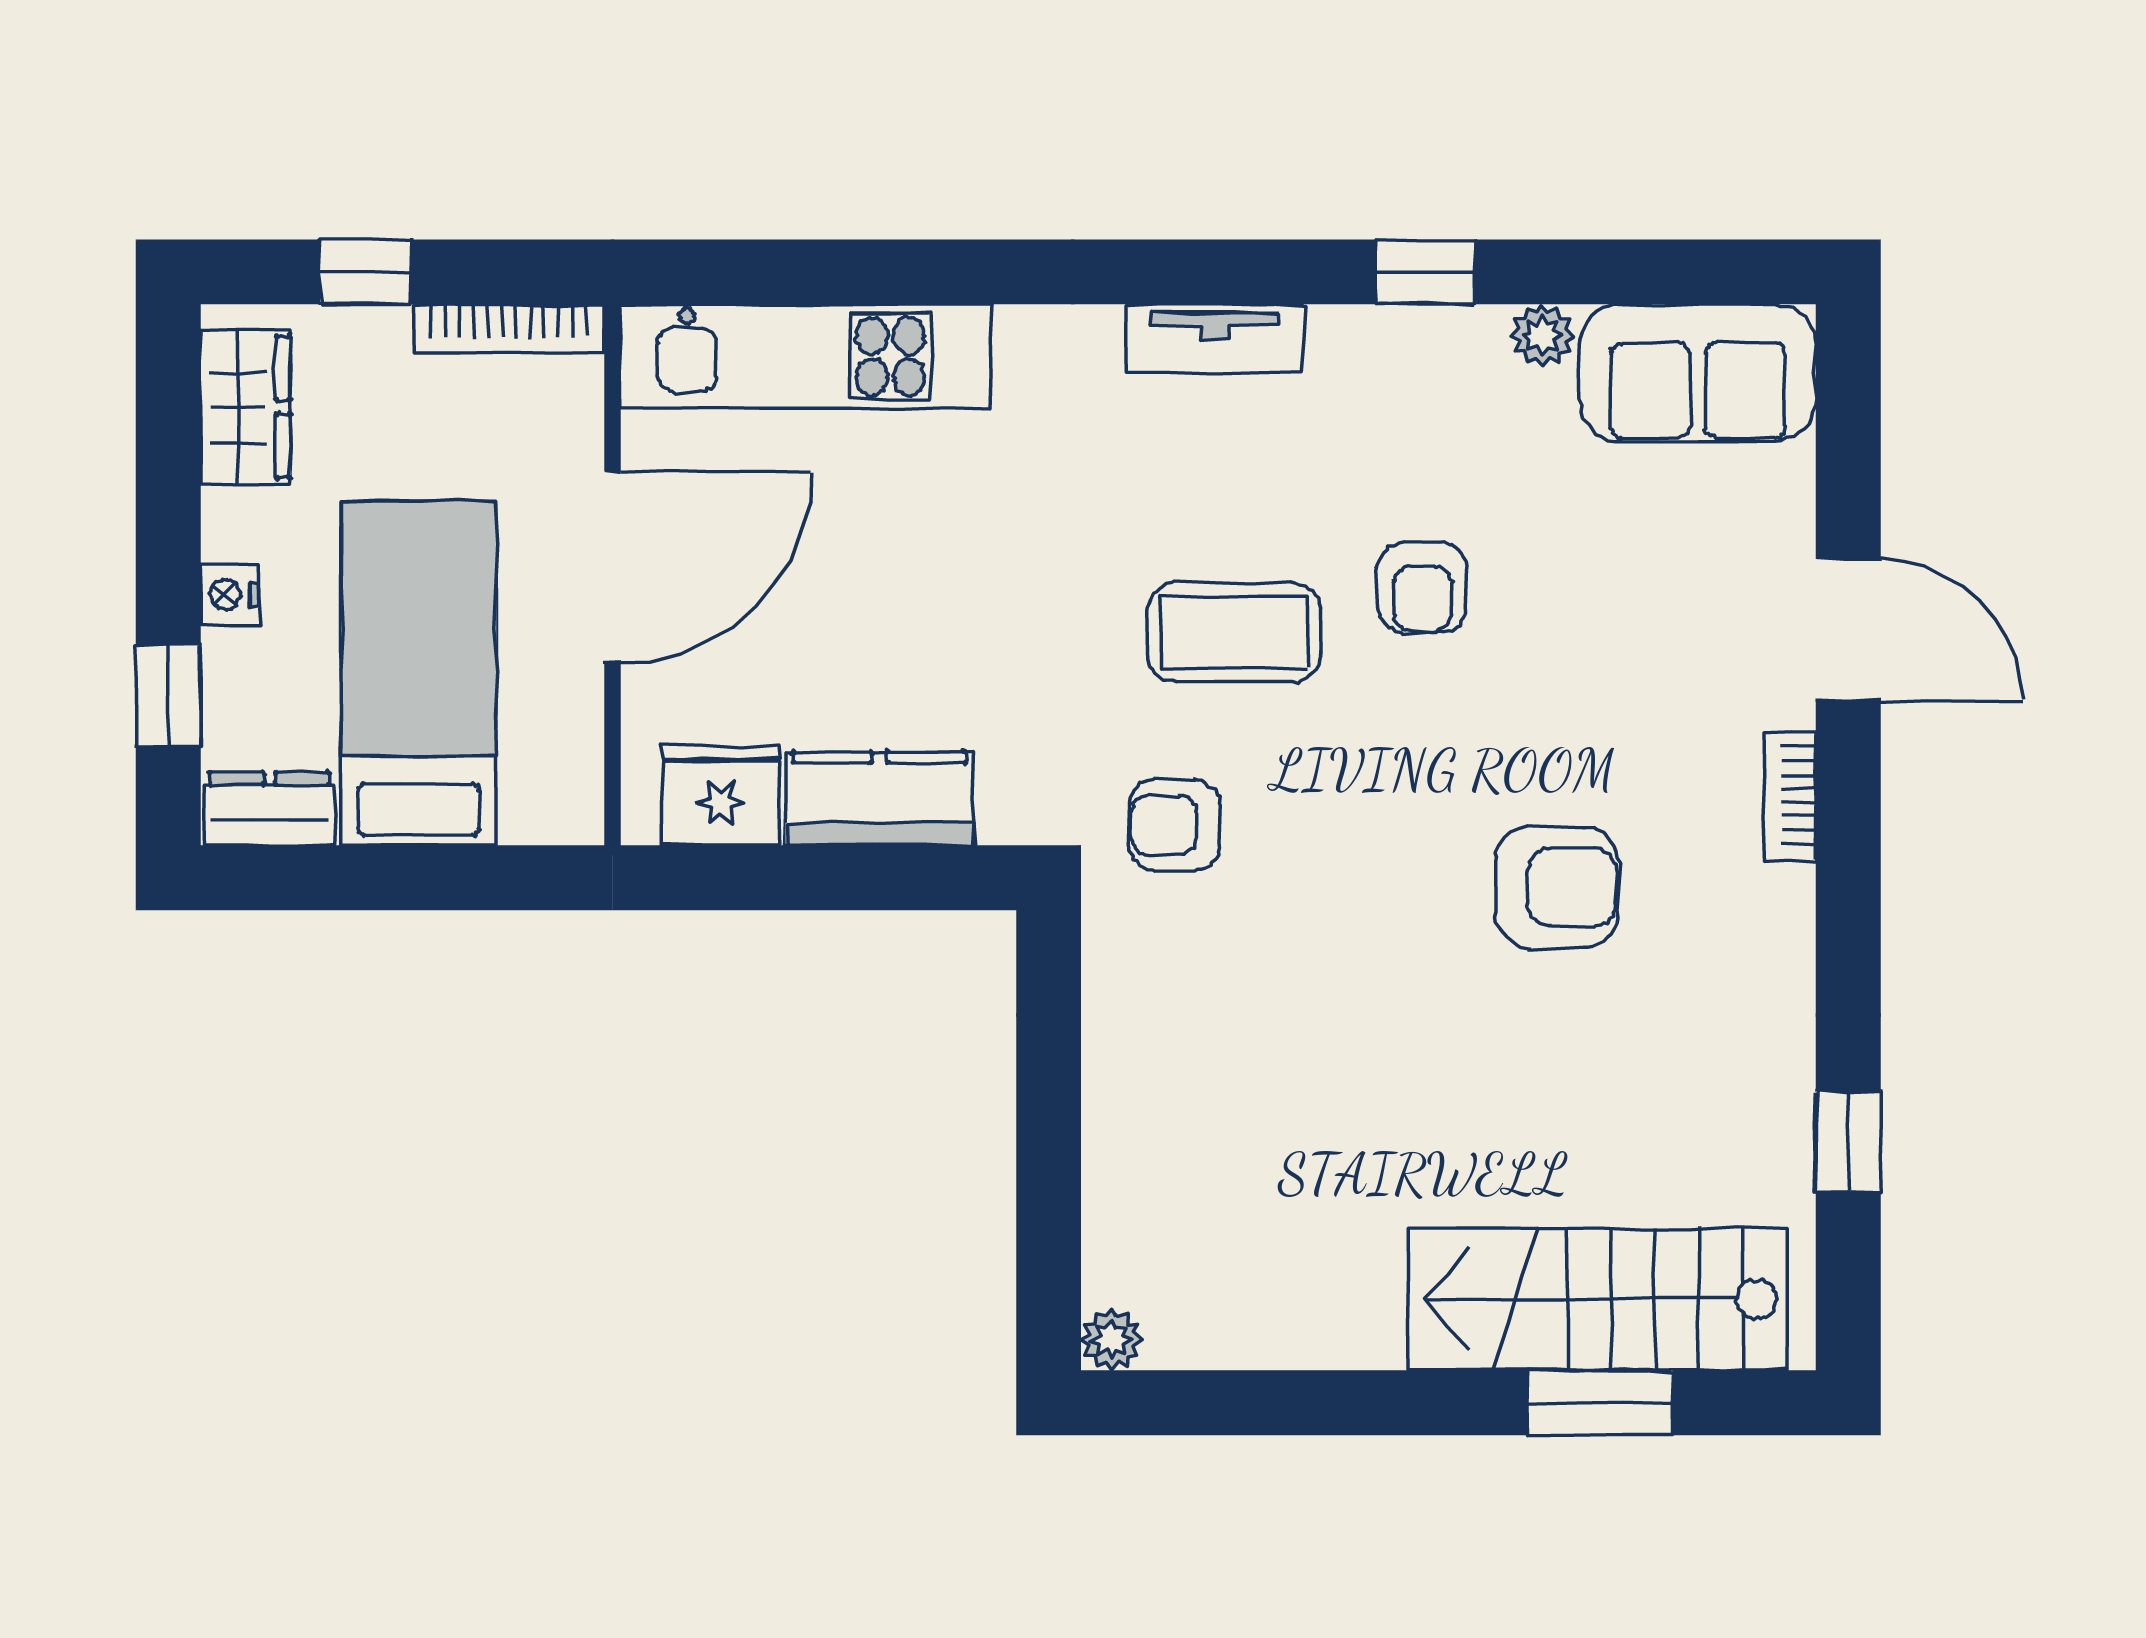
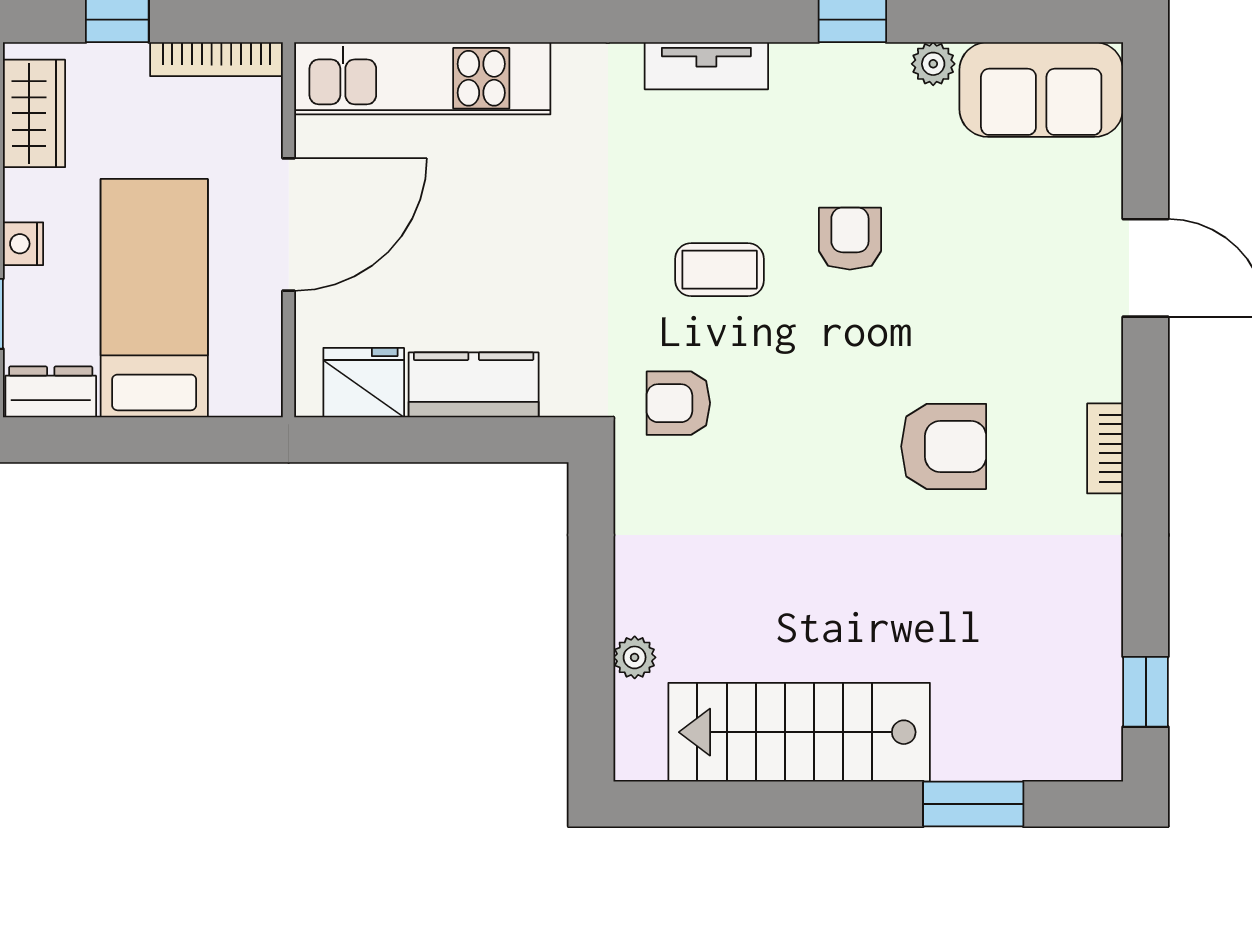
armchair: (1422, 588) -> (850, 239), turned 180
coffee table: (1234, 632) -> (720, 270), width x0.73, depth x0.77
bookcase: (1790, 796) -> (1105, 448), moved
window: (1848, 1142) -> (1146, 692), moved
stairs: (1598, 1299) -> (799, 732), moved
plant: (1111, 1340) -> (635, 657), moved

